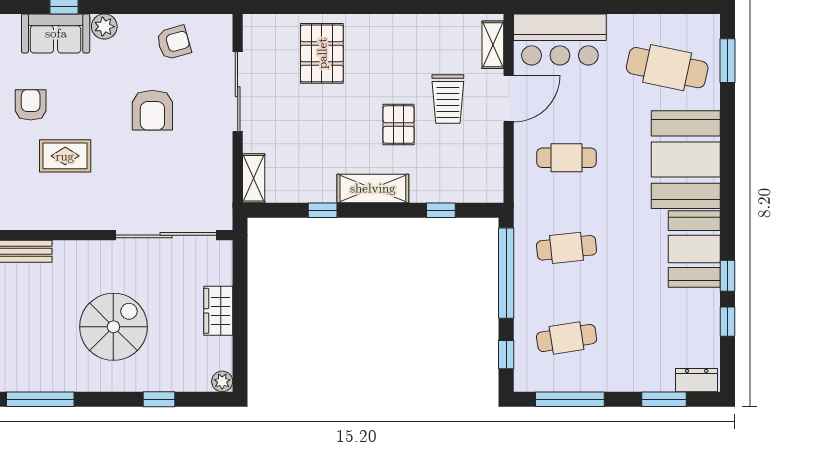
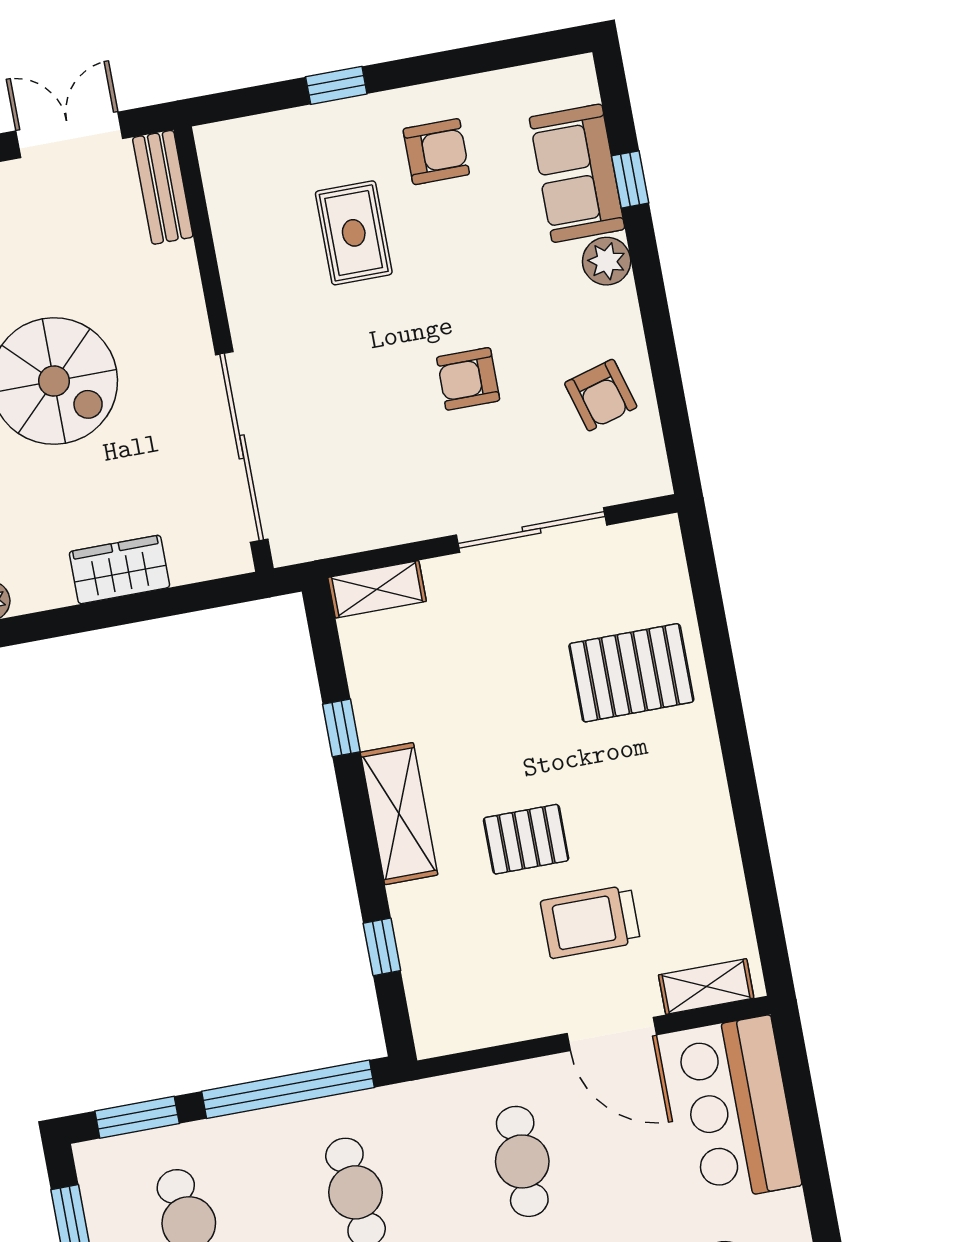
armchair: (152, 110) -> (468, 379), width x0.72, depth x0.72
window: (506, 355) -> (137, 1117), width x1.50

